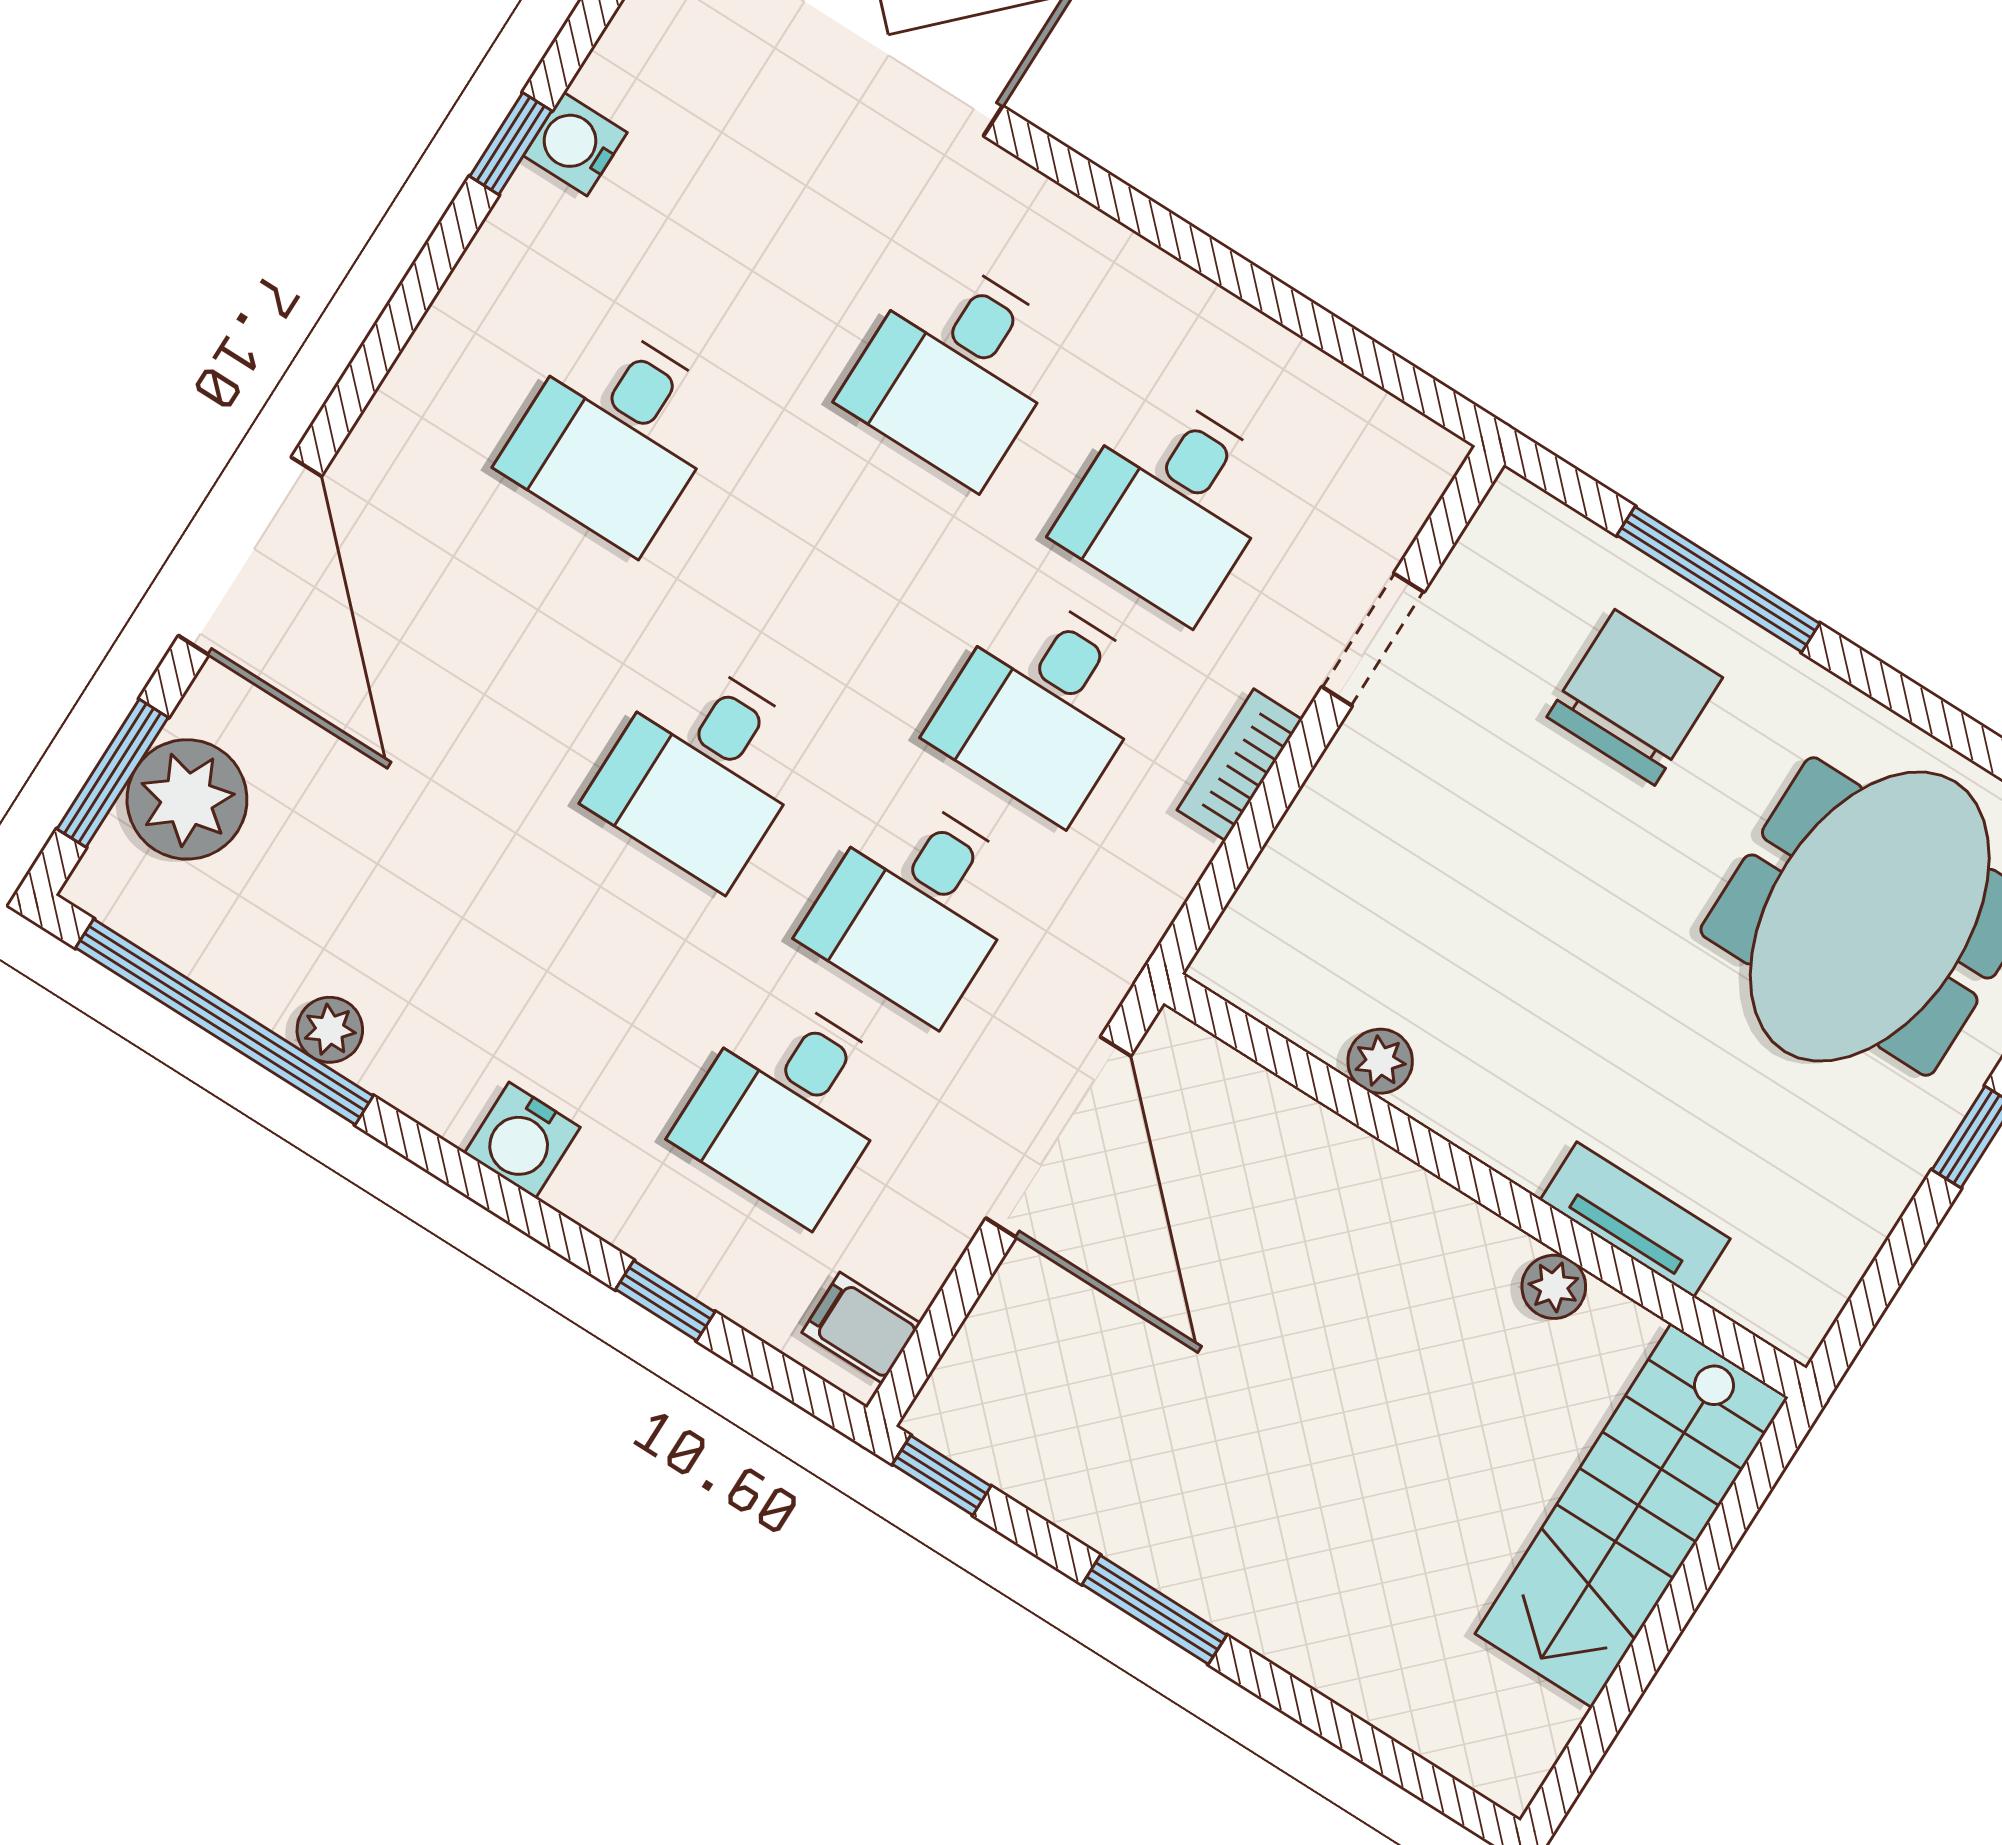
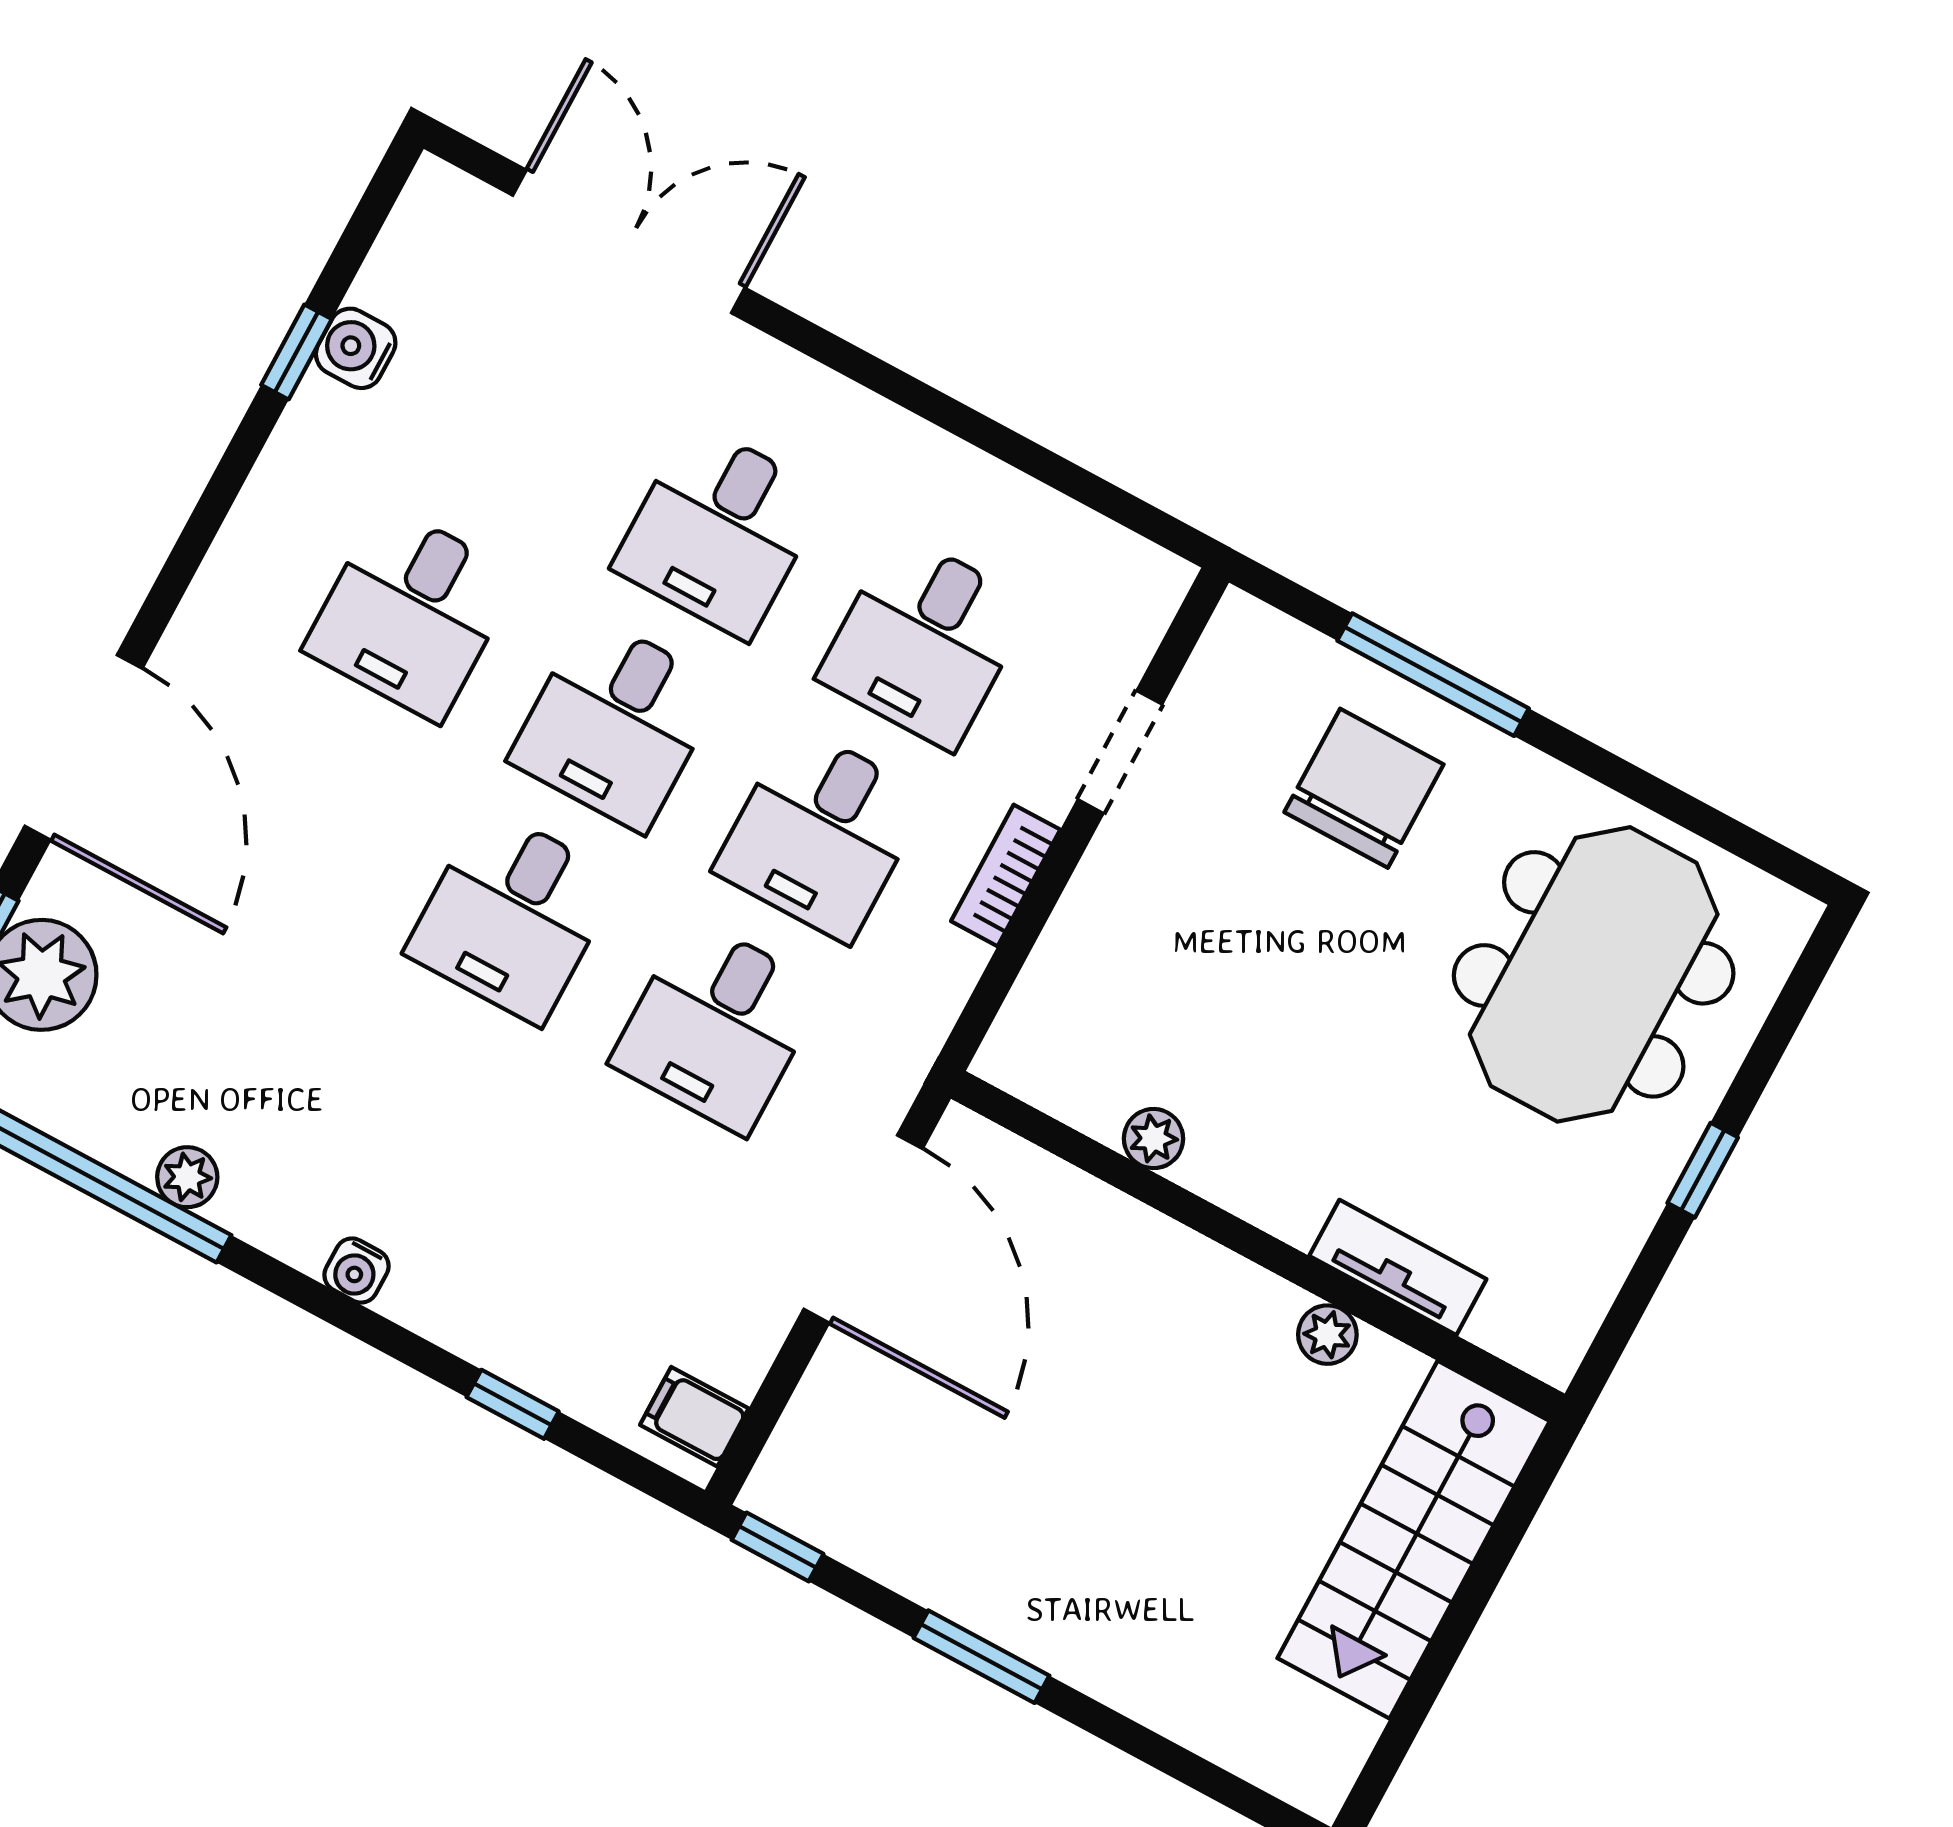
desk: (789, 1107) -> (616, 723), moved
water cooler: (522, 1140) -> (356, 1271), width x0.72, depth x0.72

